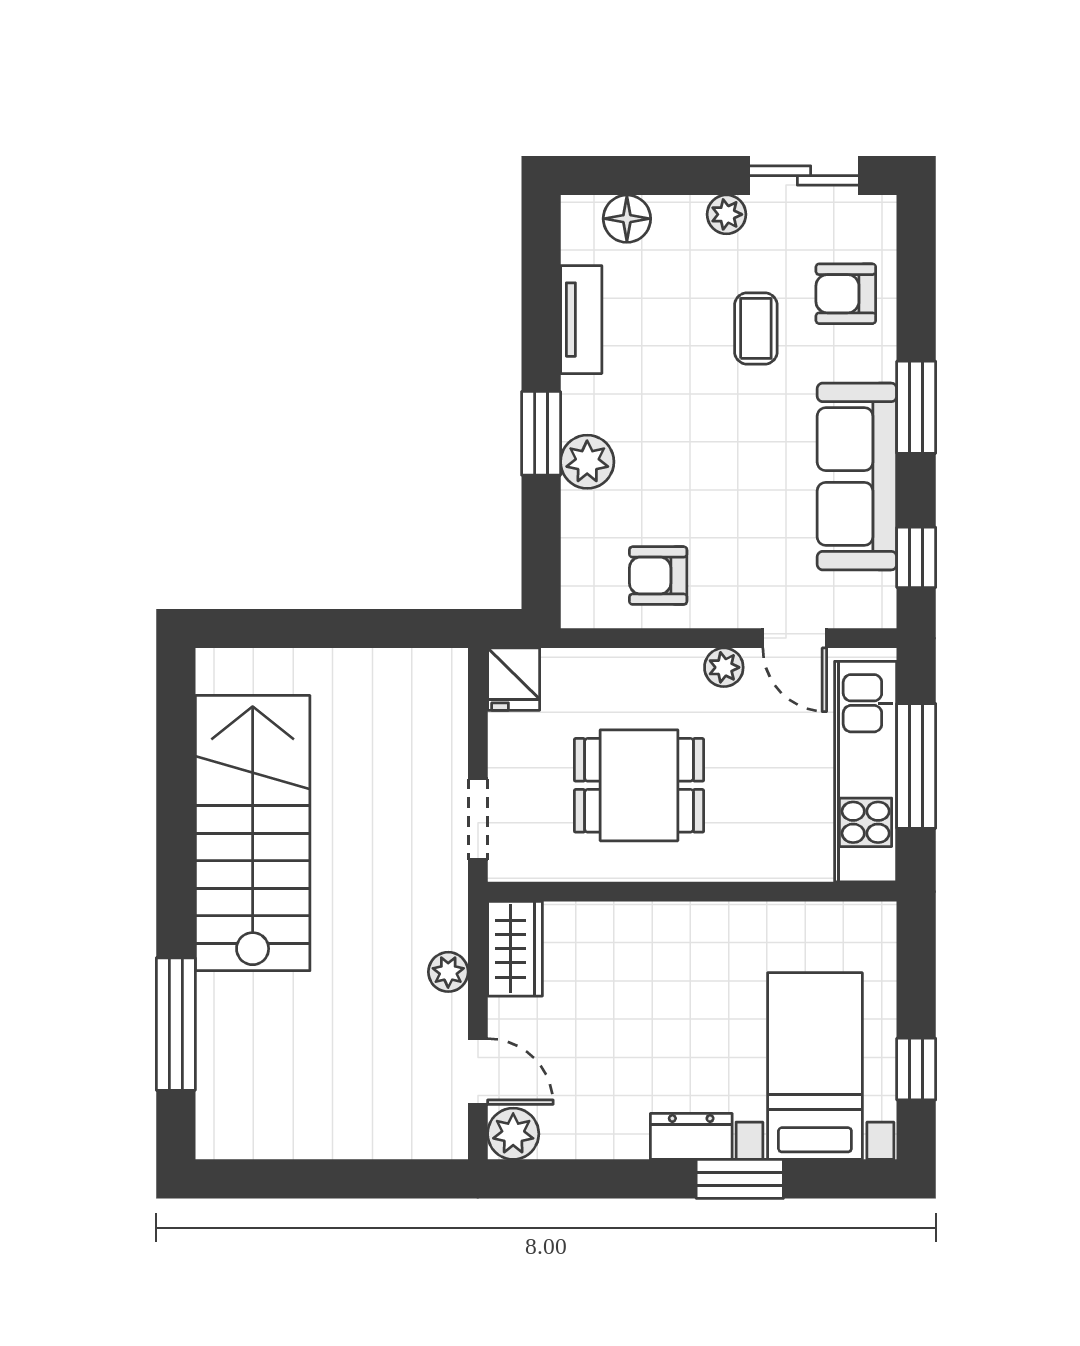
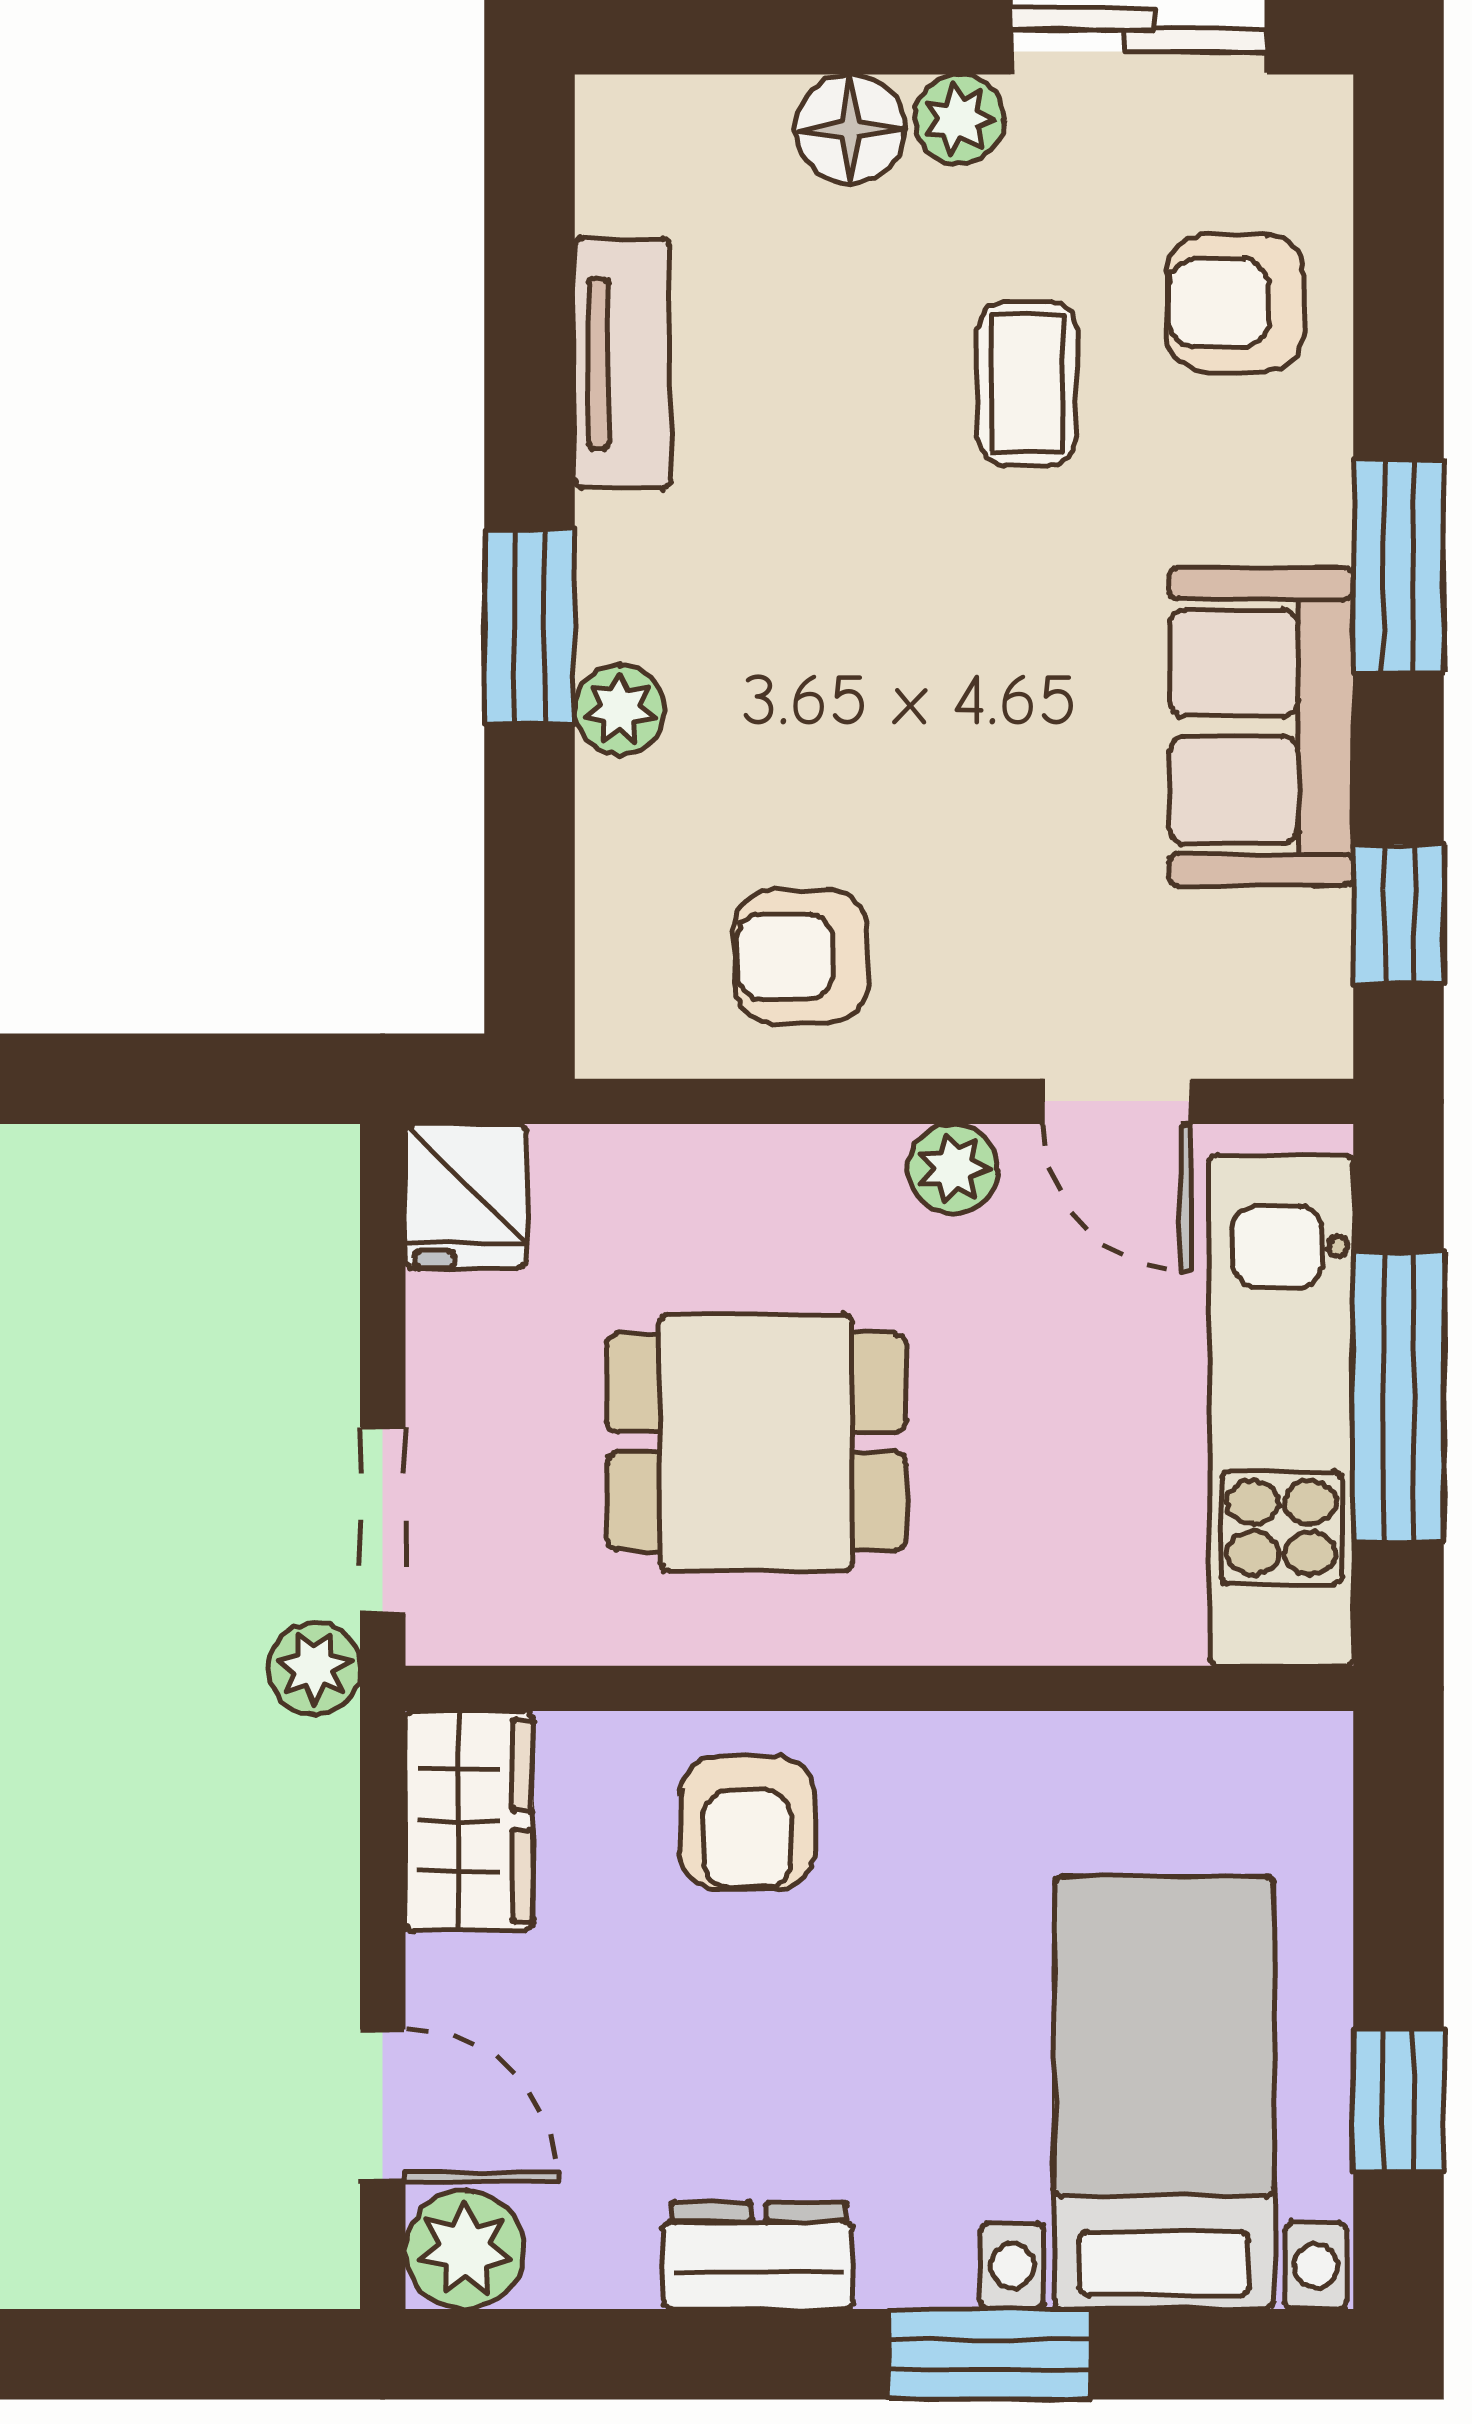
floor lamp: (627, 219) -> (850, 129), moved
plant: (587, 462) -> (620, 709), width x0.73, depth x0.73
sofa: (857, 477) -> (1261, 727), width x0.73
armchair: (635, 950) -> (747, 1823), added
plant: (448, 972) -> (314, 1668), moved
dresser: (691, 1136) -> (759, 2256), moved

